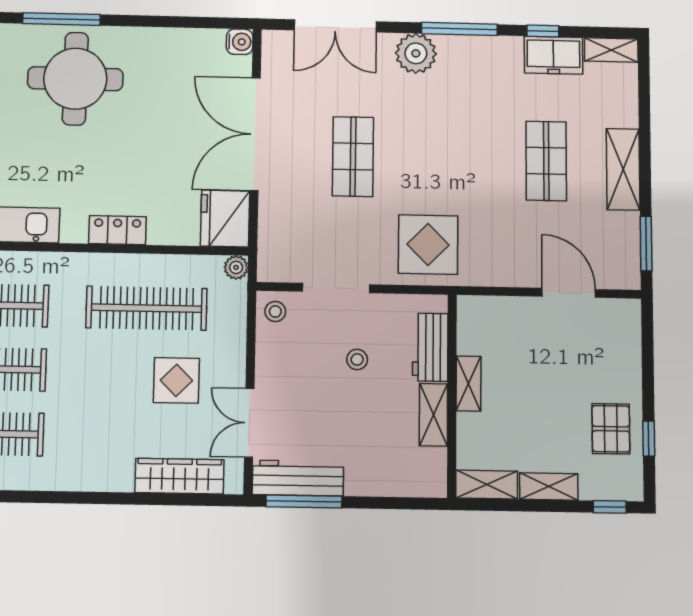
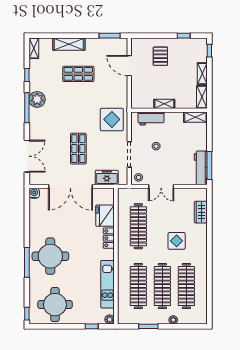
plant: (416, 53) -> (37, 99), moved
freezer: (553, 55) -> (107, 177), moved, turned -90
shop shelf: (353, 157) -> (78, 149), turned 90
shelving: (623, 169) -> (69, 44), moved
fridge: (225, 218) -> (105, 216), moved, turned 90
plant: (236, 267) -> (122, 193), removed
door: (569, 293) -> (129, 66), hinge flipped
display table: (176, 380) -> (177, 241), moved
shelving: (433, 415) -> (195, 117), moved
double door: (249, 423) -> (161, 186), moved
pallet: (611, 429) -> (160, 56), moved, turned 90
wardrobe: (179, 476) -> (201, 212), width x0.67

